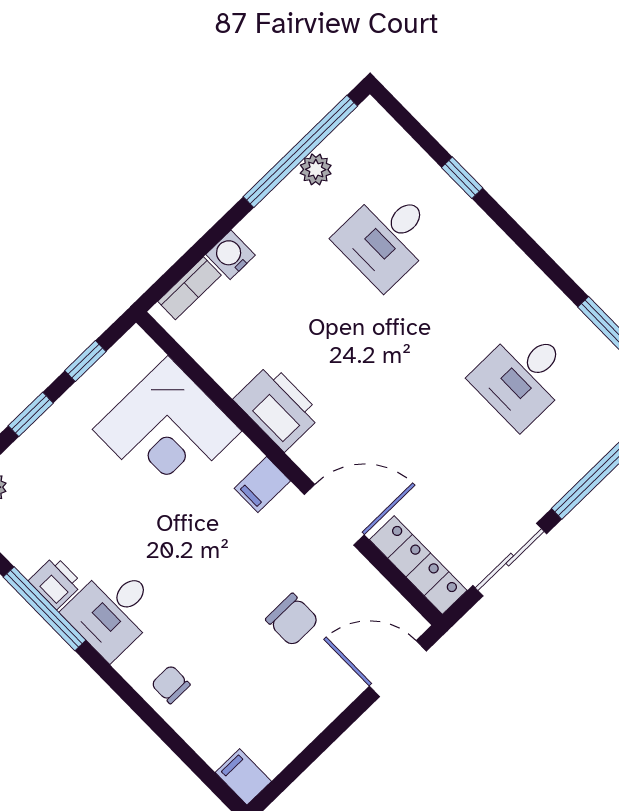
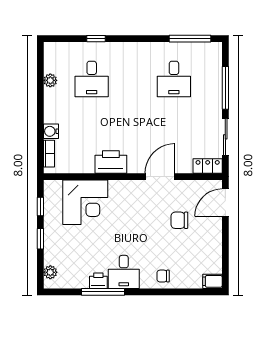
window: (300, 151) -> (40, 80), removed
filing cabinet: (262, 485) -> (130, 189), removed
locker: (418, 565) -> (208, 166), width x0.66
chair: (292, 620) -> (179, 220), turned 180

